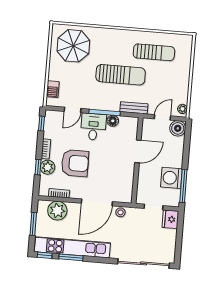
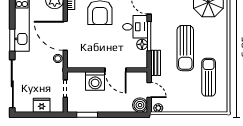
sun lounger: (154, 52) -> (209, 77), turned 180
washing machine: (171, 178) -> (95, 81), moved, turned 180
window: (183, 186) -> (87, 115), width x0.69
fridge: (170, 219) -> (42, 105), moved
window: (71, 257) -> (12, 40), moved

